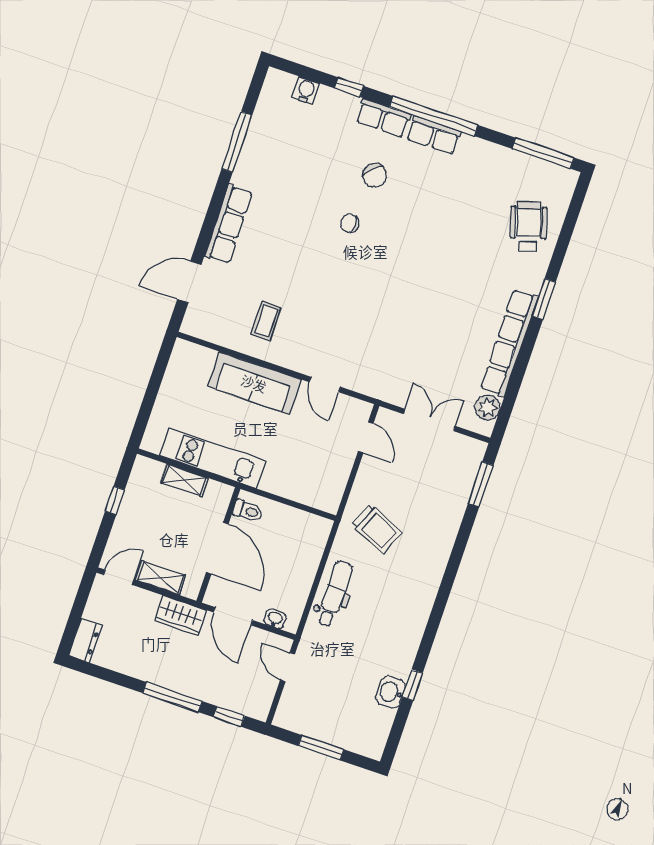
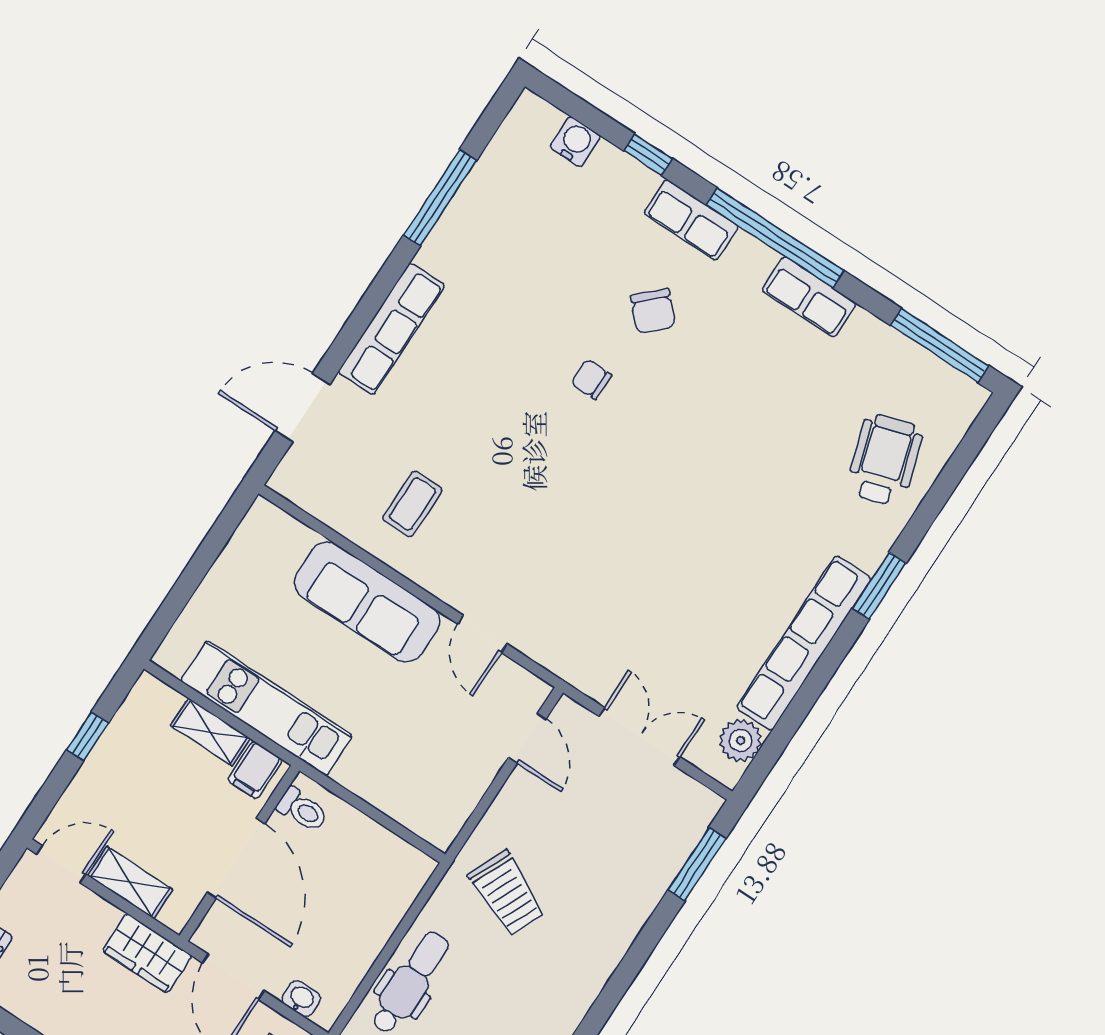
row of seats: (434, 135) -> (809, 297), moved
filing cabinet: (215, 495) -> (255, 770), added

